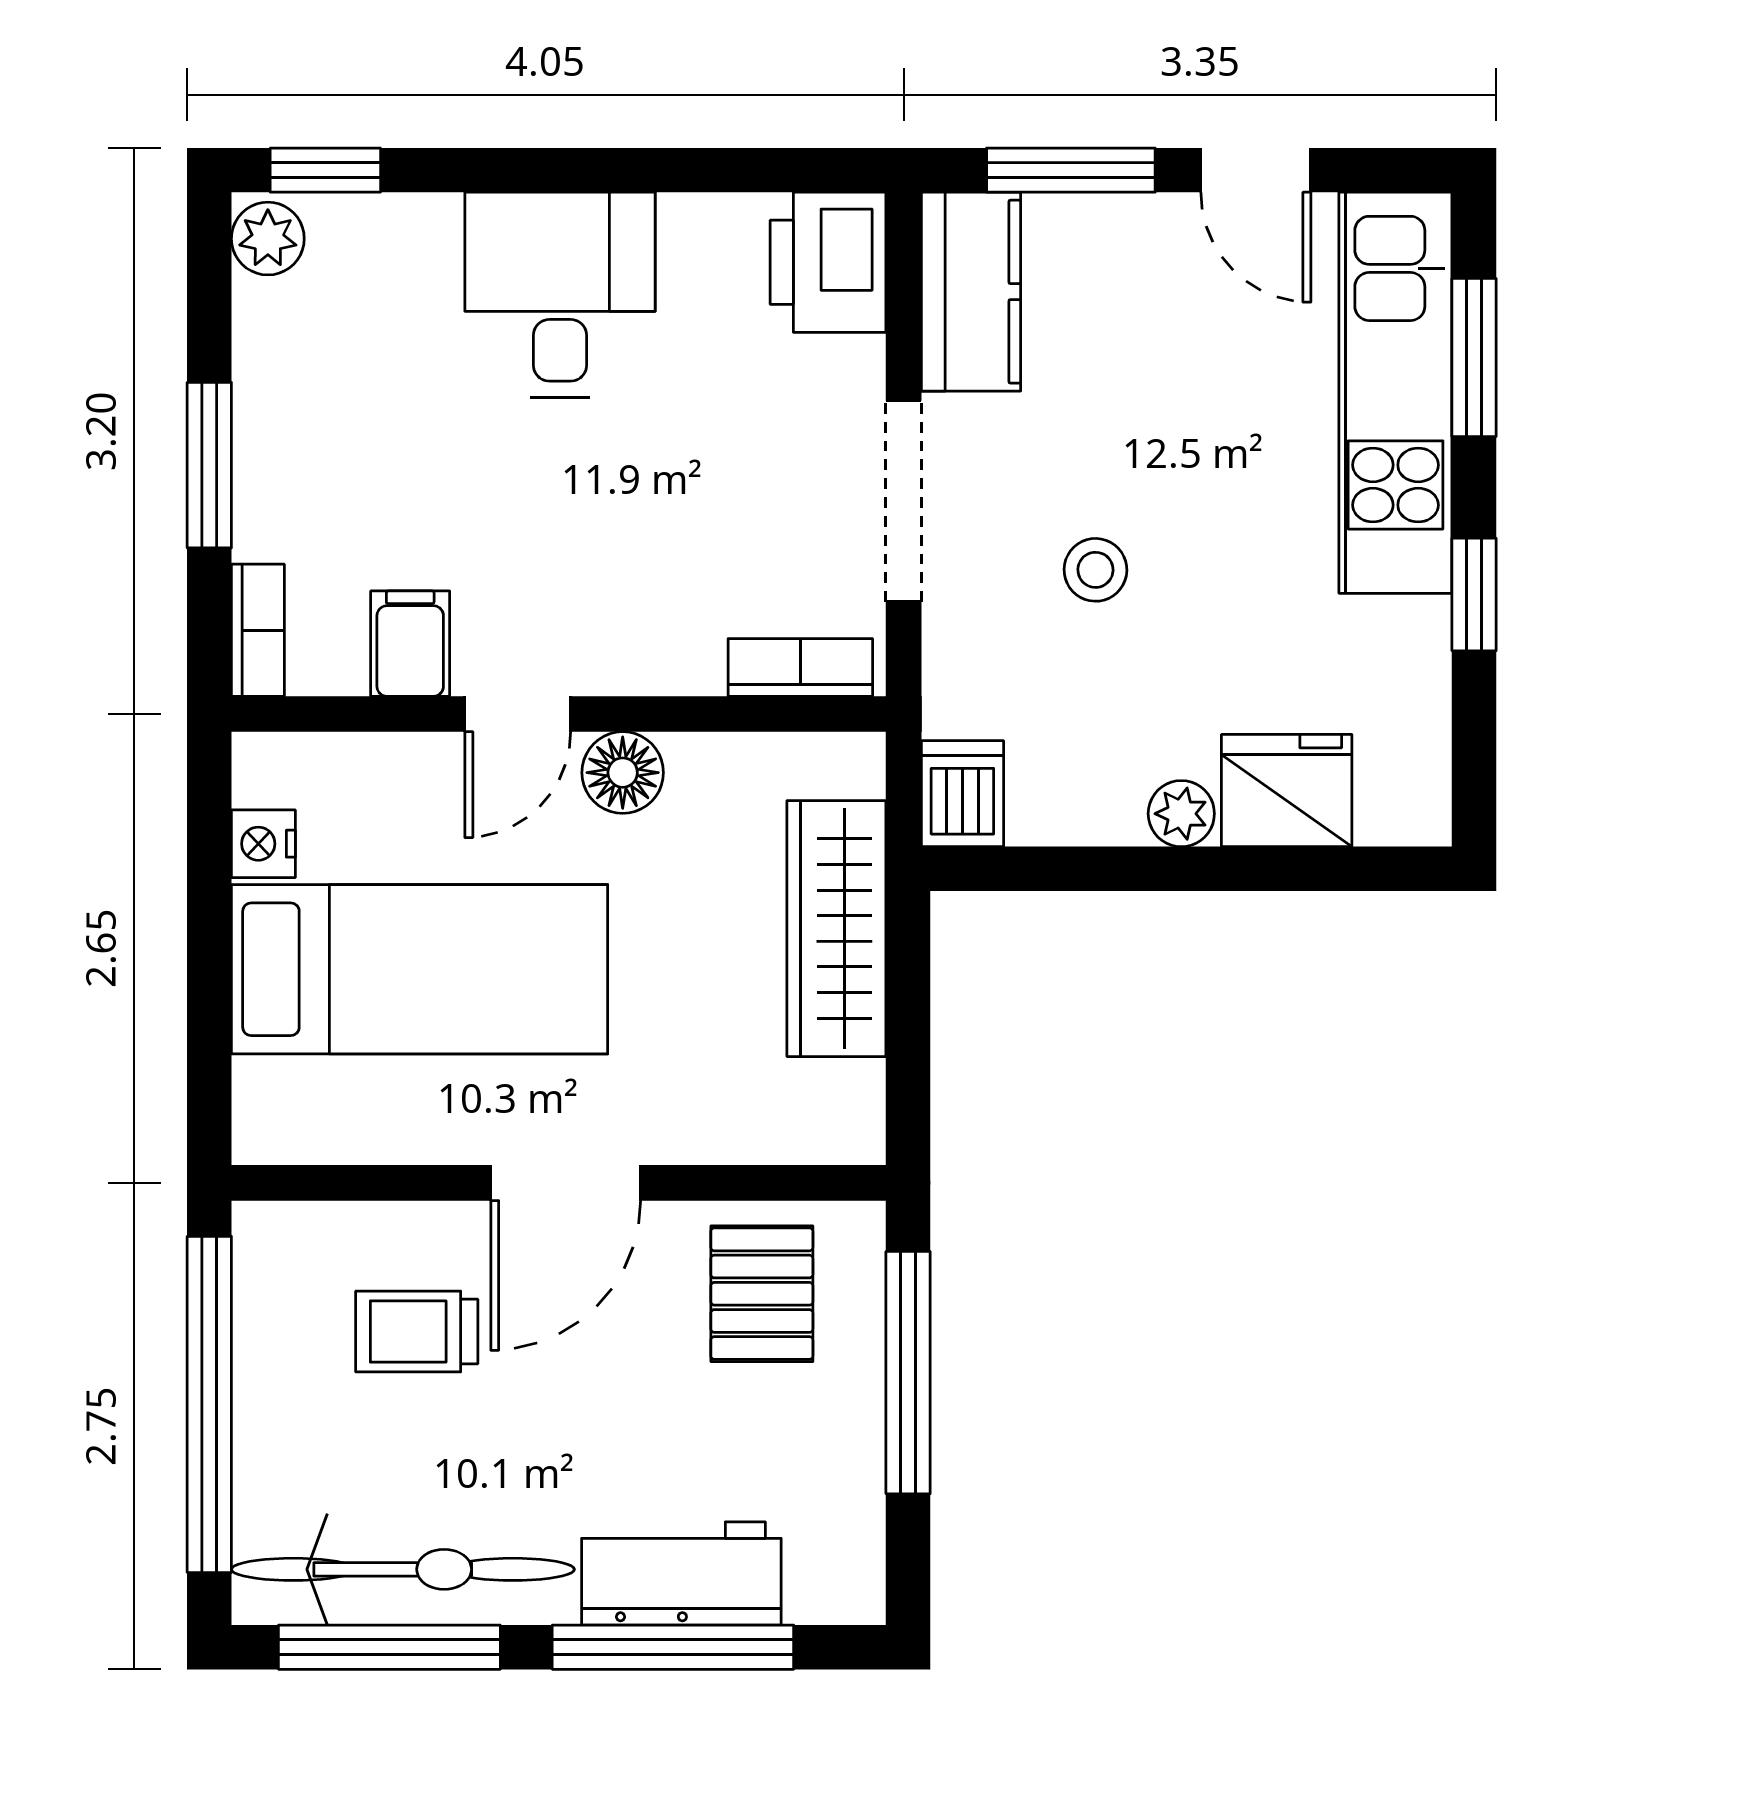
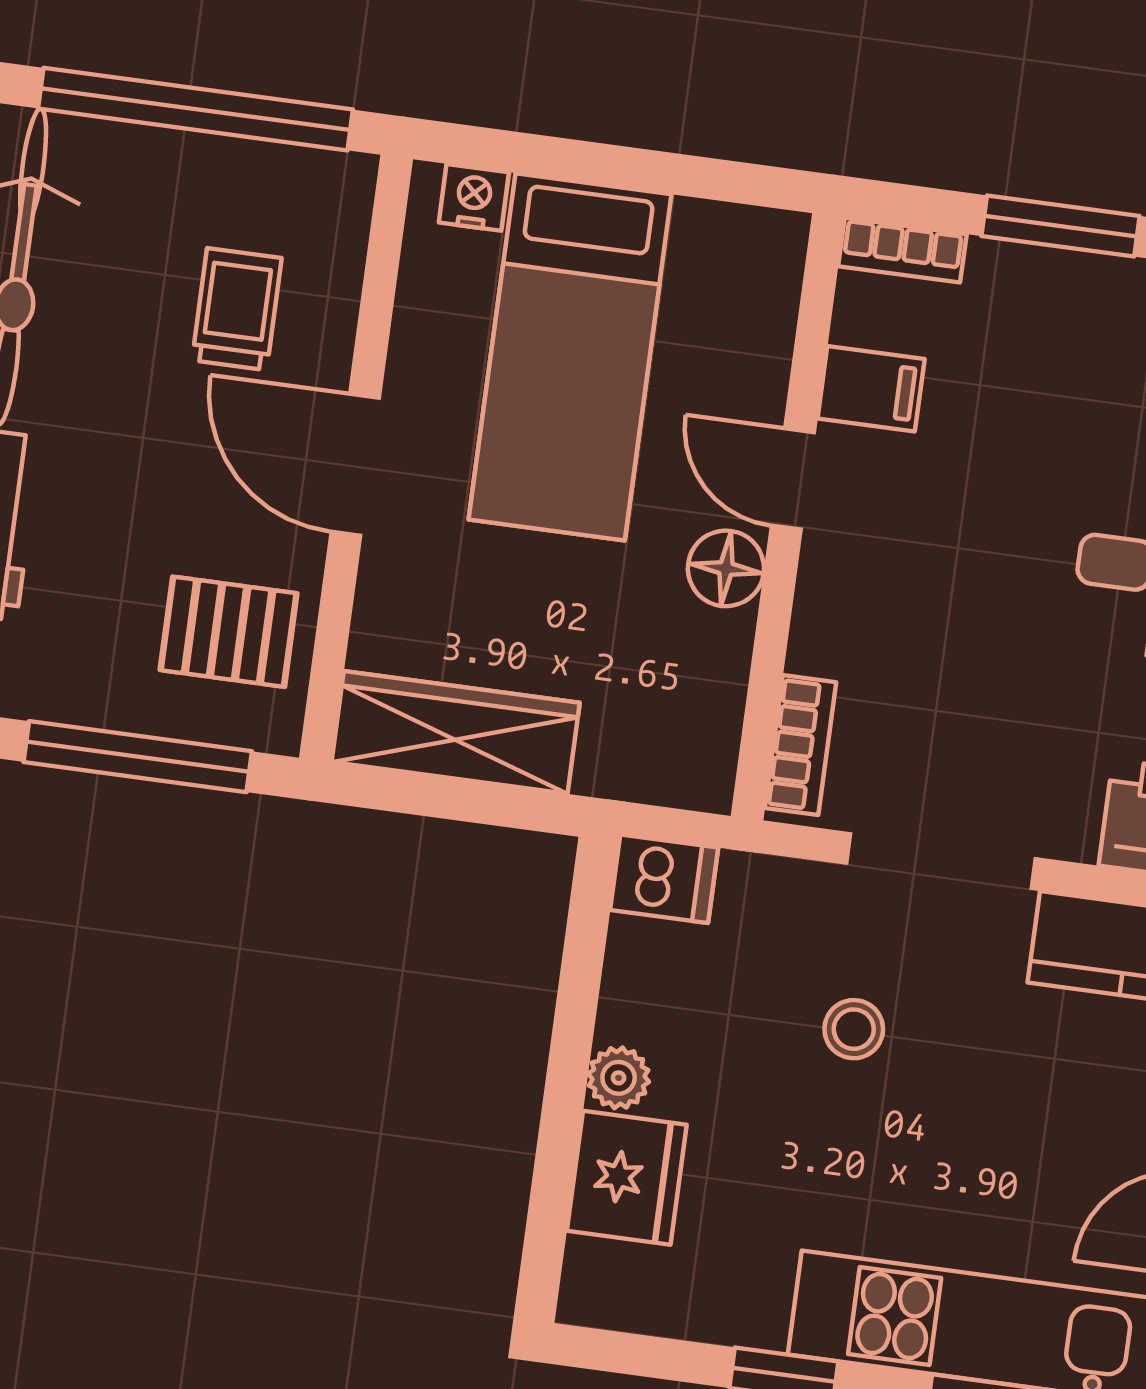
nightstand: (263, 844) -> (474, 197), moved
wardrobe: (836, 929) -> (456, 732), moved

